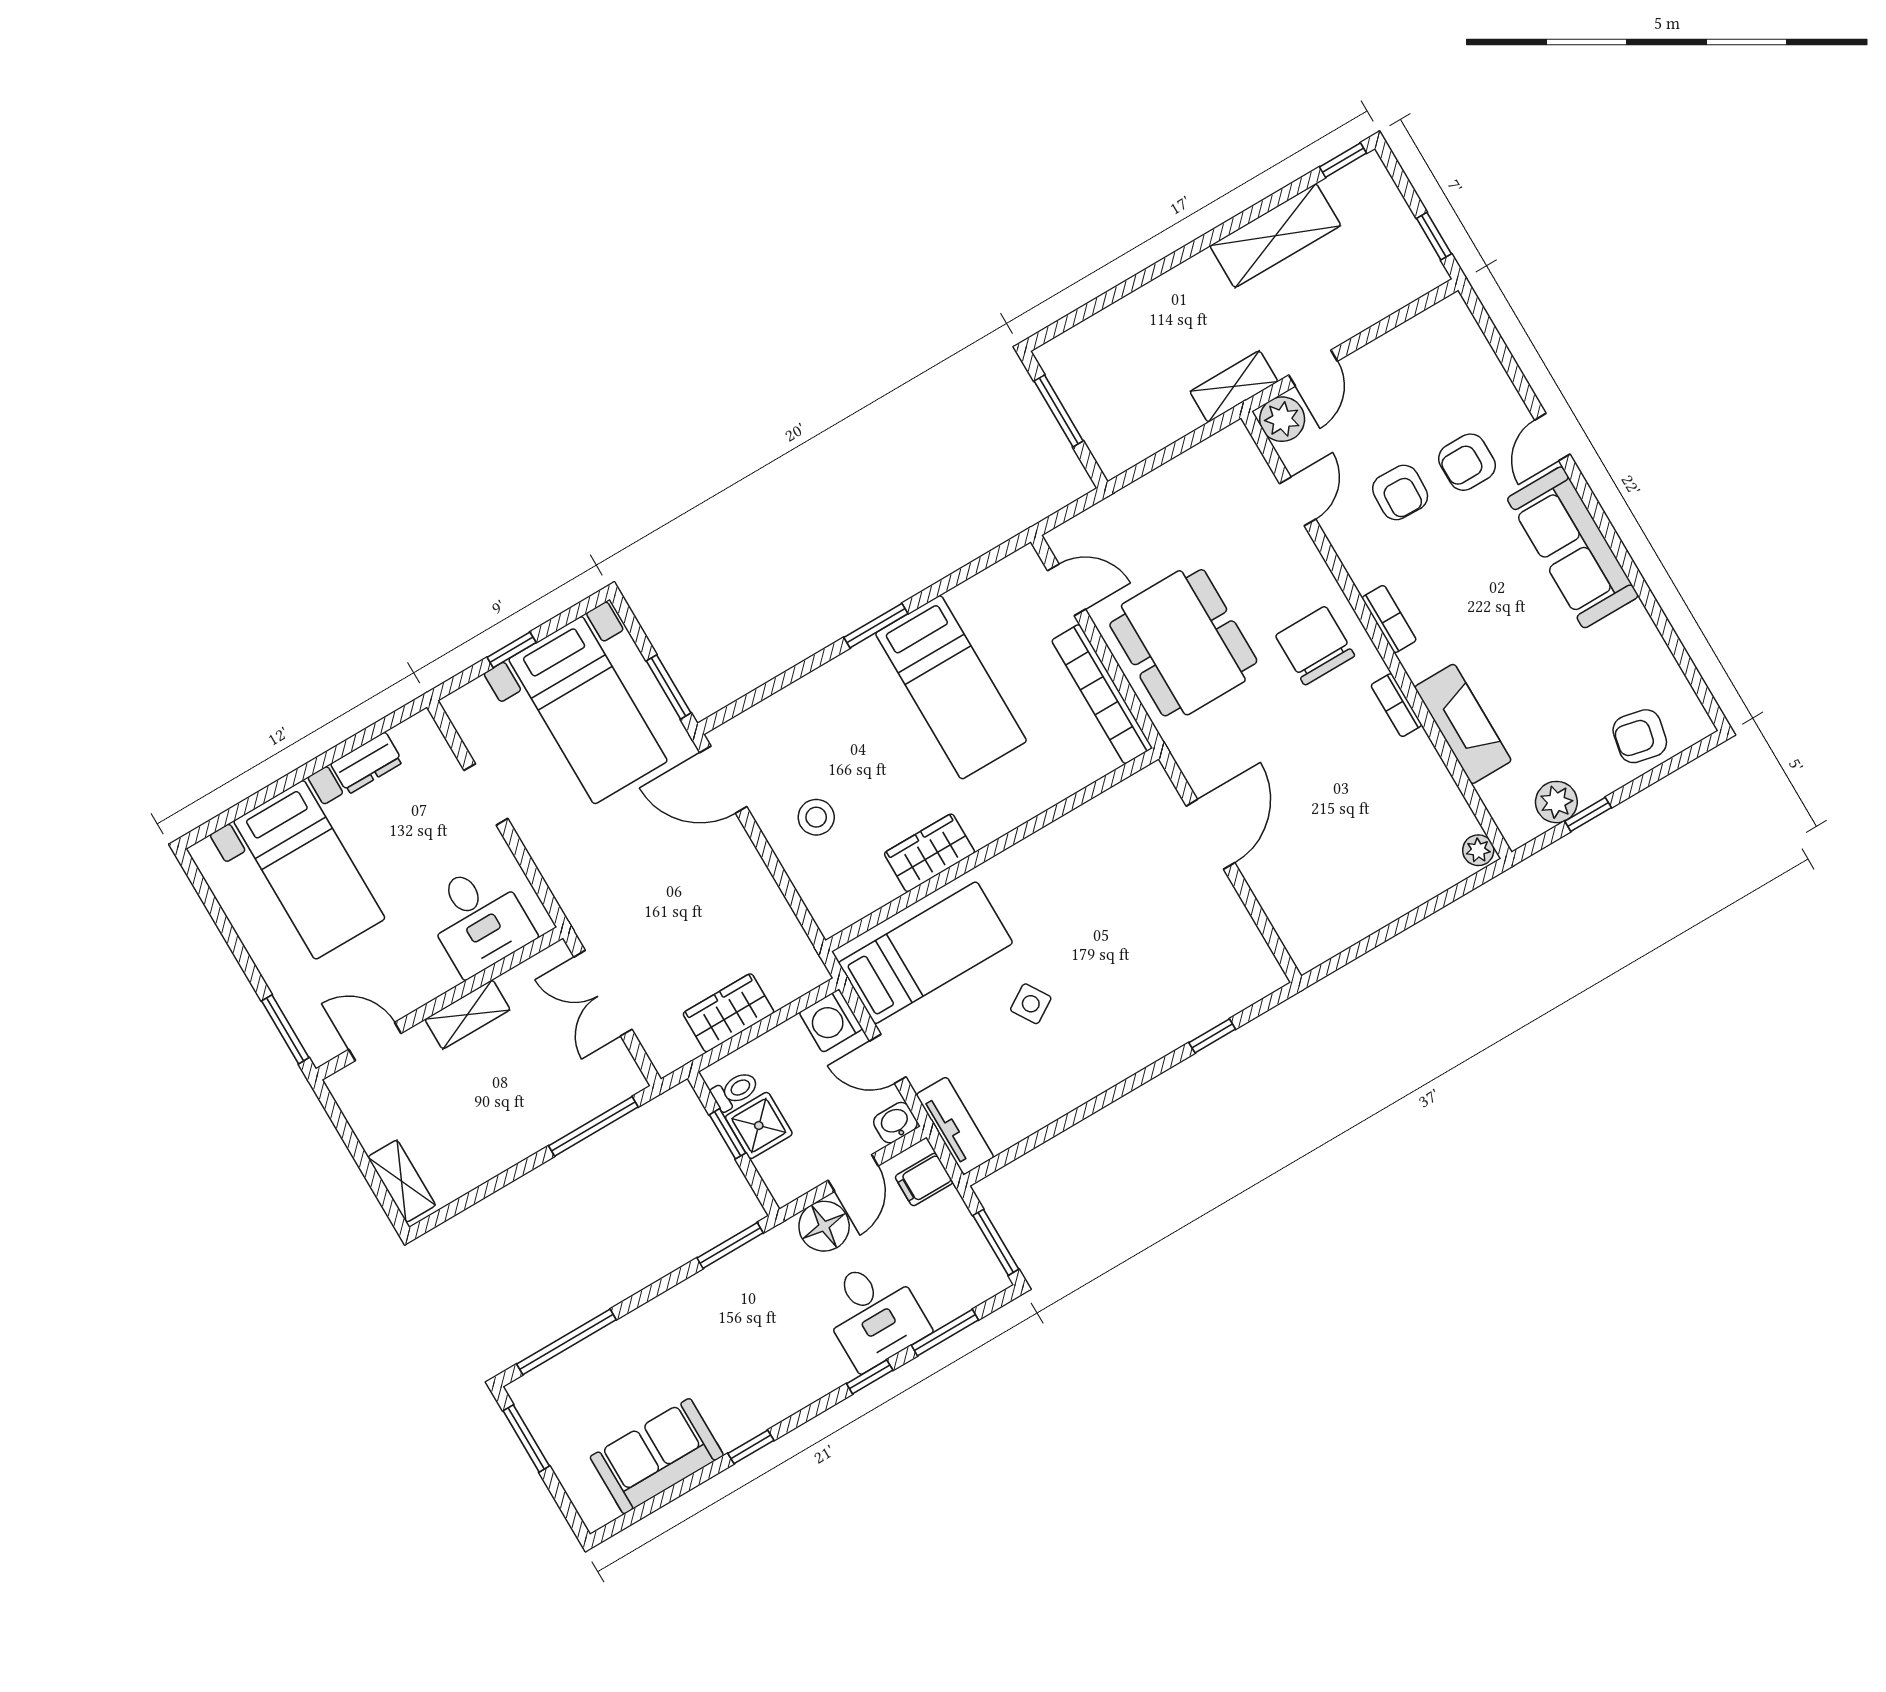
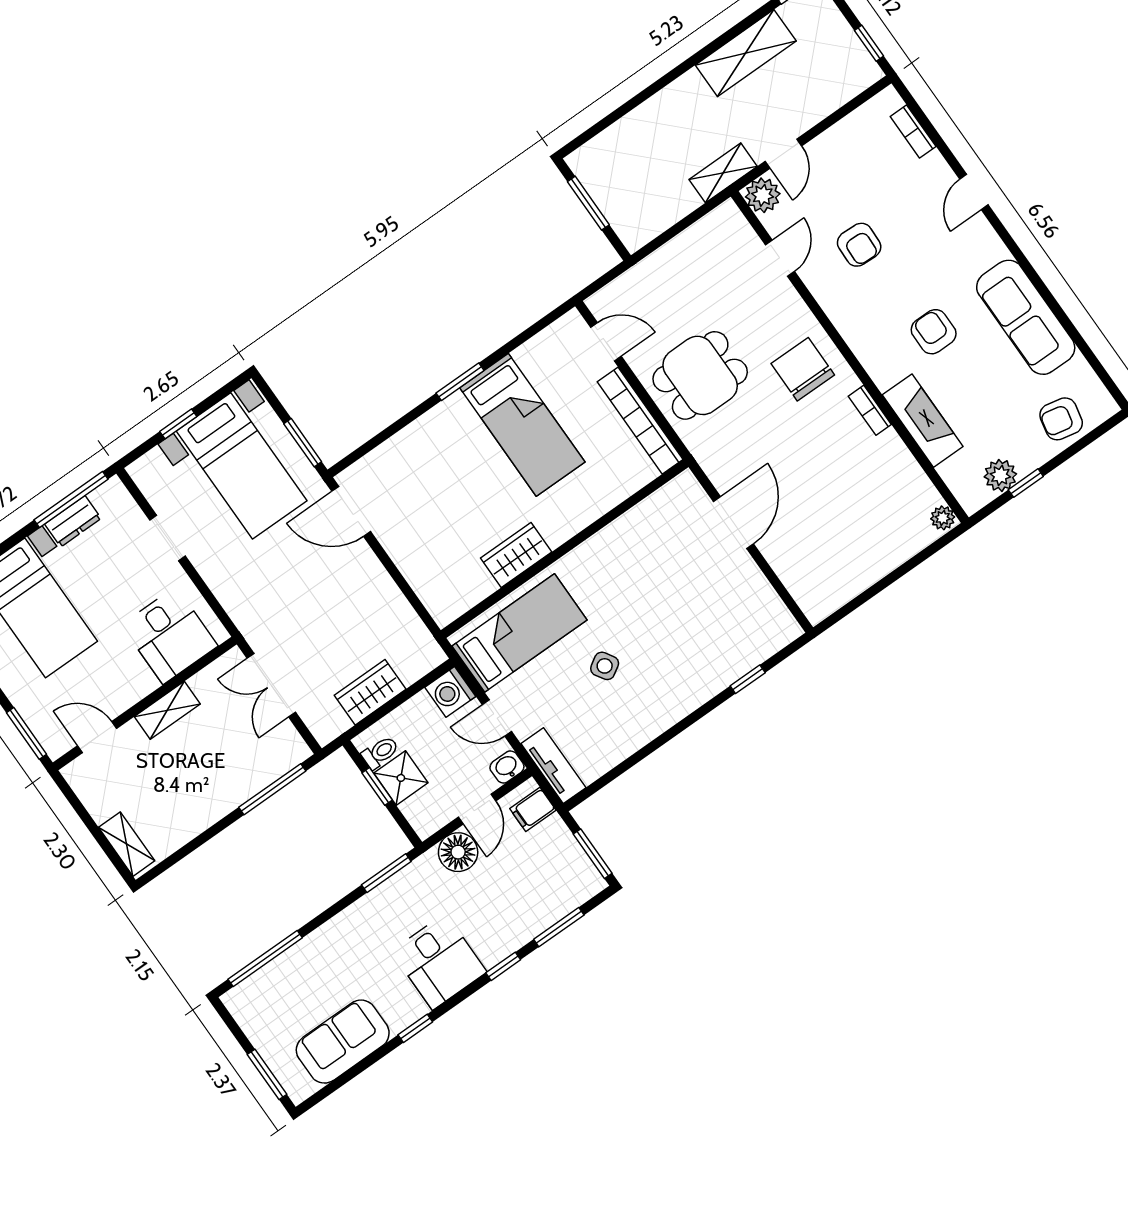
armchair: (1467, 462) -> (934, 332), moved, turned 90
sofa: (1573, 547) -> (1026, 317), moved
bookcase: (1389, 619) -> (913, 132), moved, turned 180
dining table: (1183, 643) -> (700, 375), width x0.73
window: (367, 735) -> (71, 500), added
stool: (816, 817) -> (426, 535), removed
desk: (874, 1314) -> (439, 962), moved
window: (526, 1438) -> (267, 1074), moved

